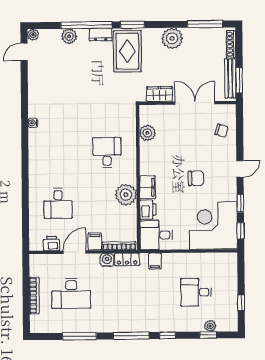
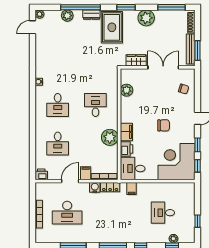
window: (132, 25) -> (126, 7), moved
desk: (58, 153) -> (58, 105), added
printer: (51, 244) -> (41, 174), moved

